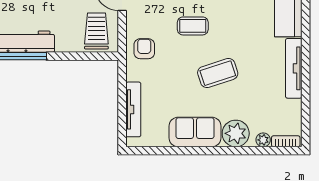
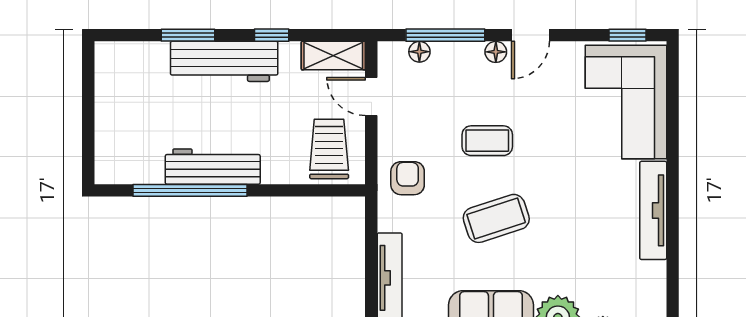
coffee table: (218, 73) -> (496, 218), moved

